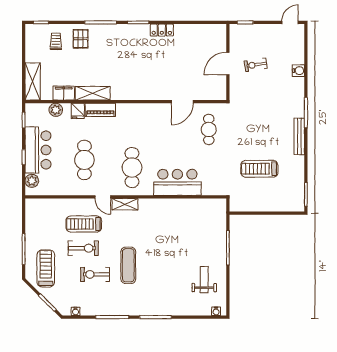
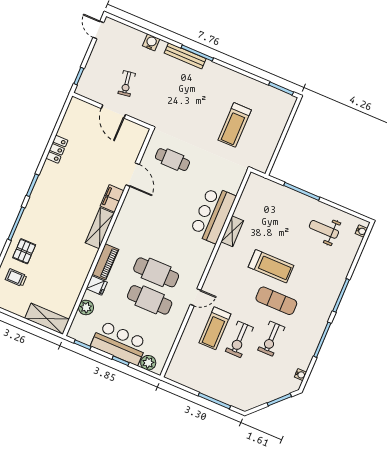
locker: (162, 30) -> (57, 149), moved
pallet: (81, 39) -> (24, 251), turned 90
filing cabinet: (64, 93) -> (112, 198), moved
shelving: (93, 93) -> (100, 228), moved
bench: (299, 136) -> (185, 56), moved
cafe table: (132, 168) -> (156, 272), moved
shelving: (125, 204) -> (232, 231), moved
exercise bike: (83, 248) -> (239, 339), turned 180
treadmill: (46, 268) -> (271, 266), moved, turned 180

